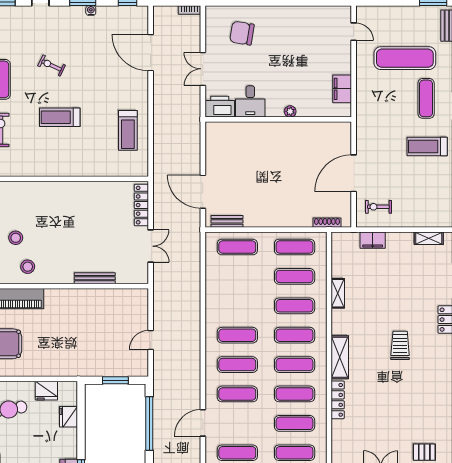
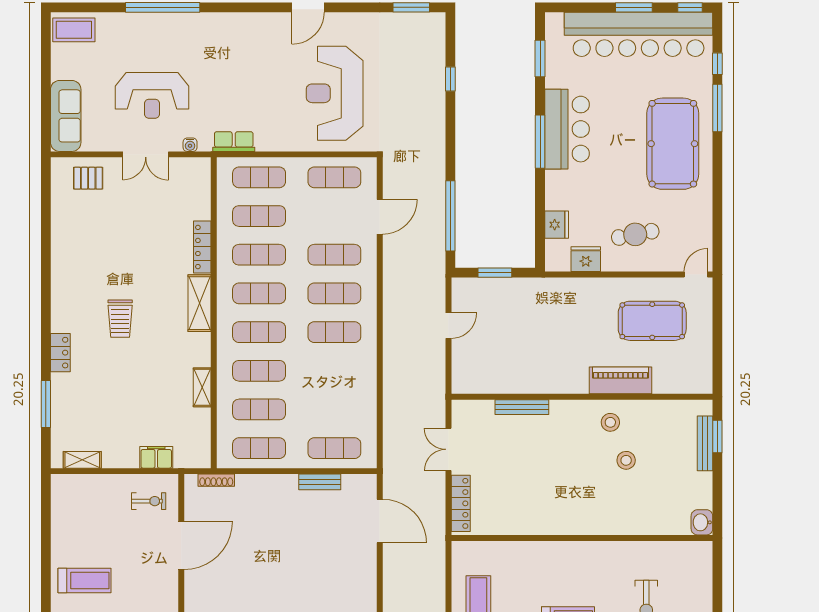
bench: (227, 221) -> (320, 482), moved

